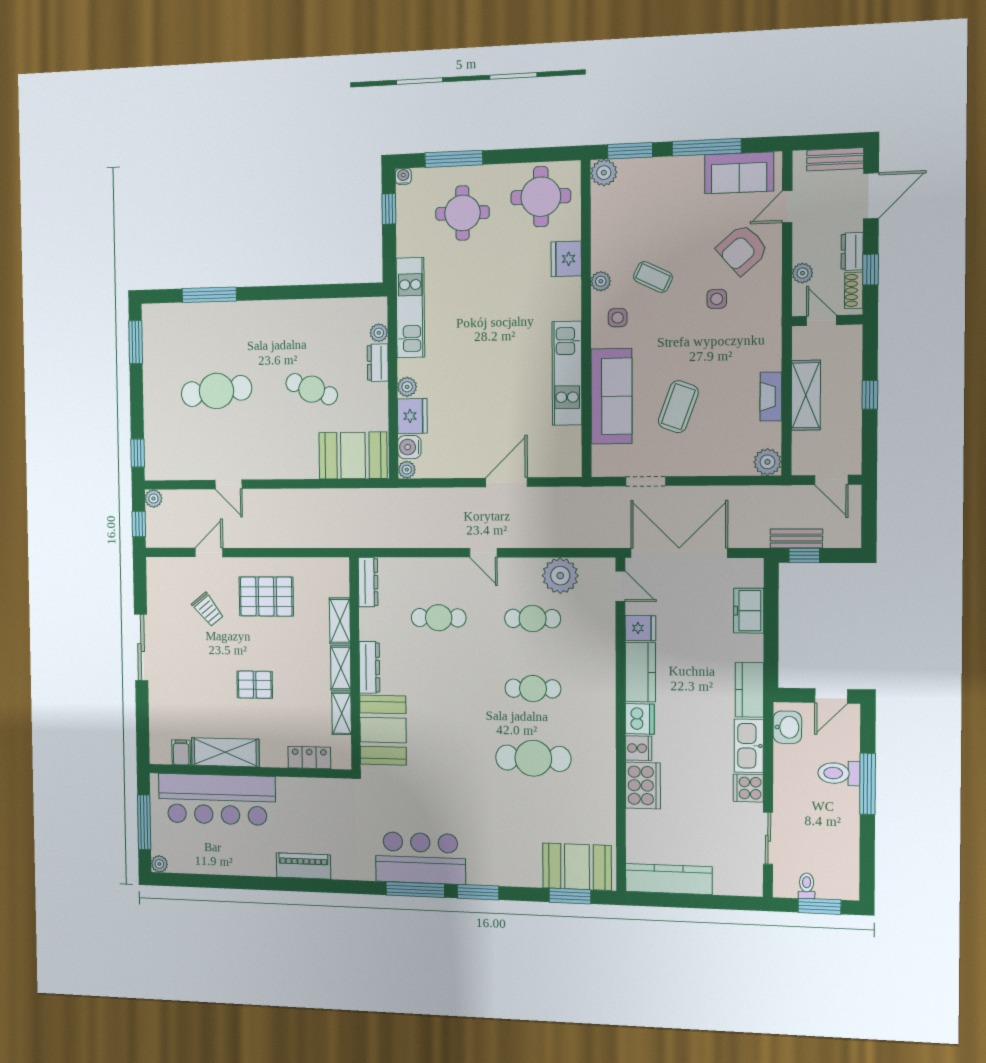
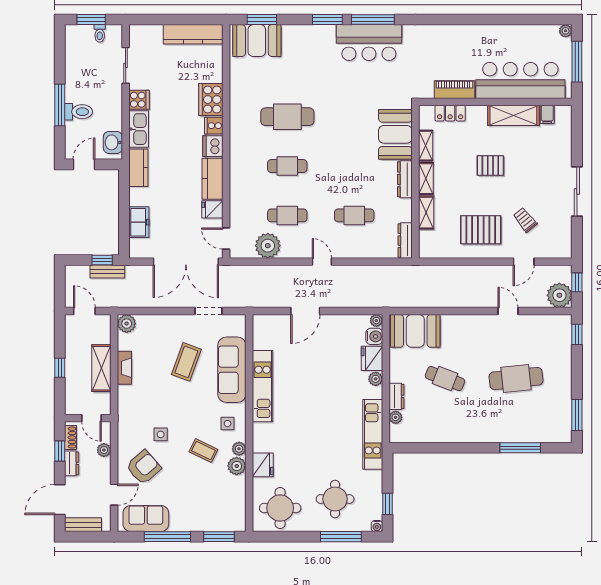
plant: (604, 173) -> (237, 466), moved
plant: (153, 499) -> (559, 295), width x1.87, depth x1.87
piano: (303, 866) -> (454, 90), moved, turned 180

